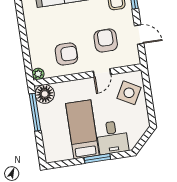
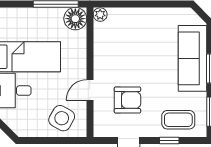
armchair: (66, 54) -> (119, 51), removed
door: (102, 73) -> (90, 90), hinge flipped

